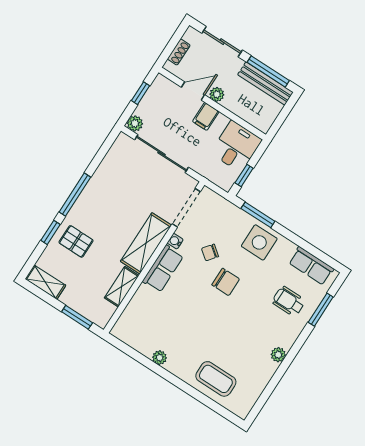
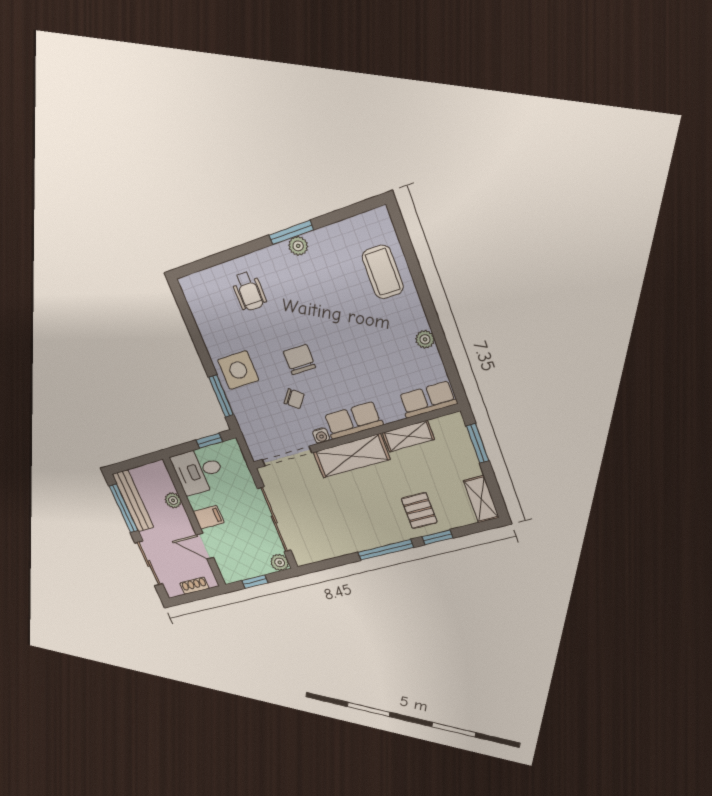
plant: (217, 94) -> (173, 500), moved
row of seats: (311, 266) -> (428, 399), moved, turned -90
window: (321, 310) -> (291, 232), moved

